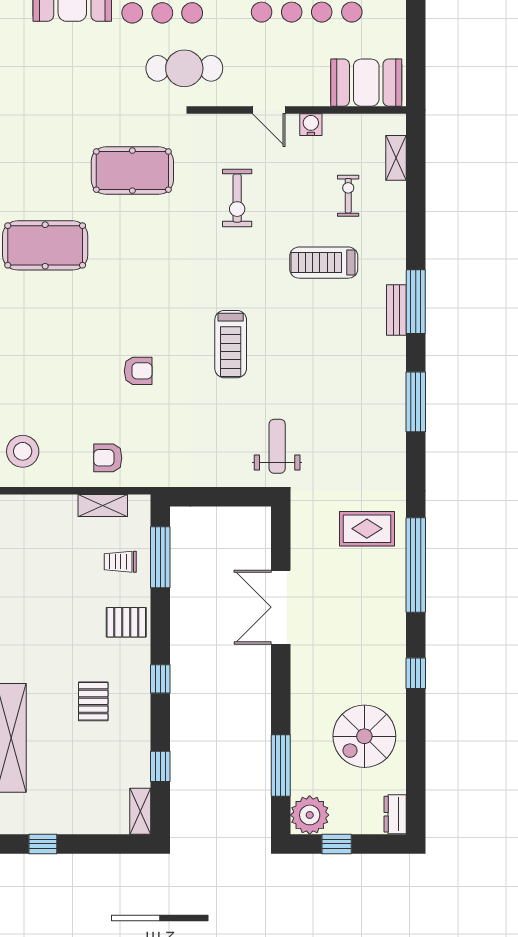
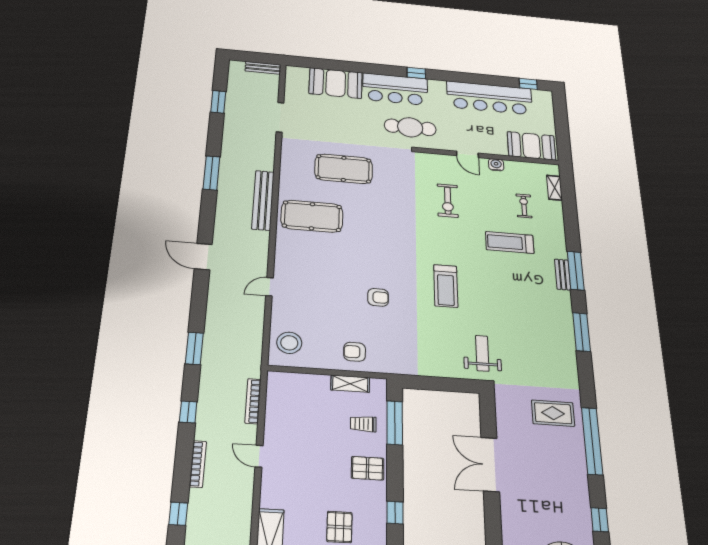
pool table: (132, 171) -> (344, 169), moved

